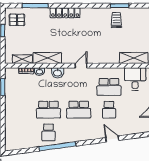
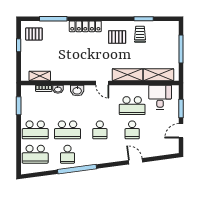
pallet: (95, 23) -> (117, 37), added
shelving: (47, 58) -> (127, 75), moved
door: (81, 66) -> (102, 83), swing flipped
school desk: (18, 110) -> (35, 130), added
school desk: (79, 110) -> (100, 130), width x0.54
school desk: (18, 132) -> (35, 154), added

